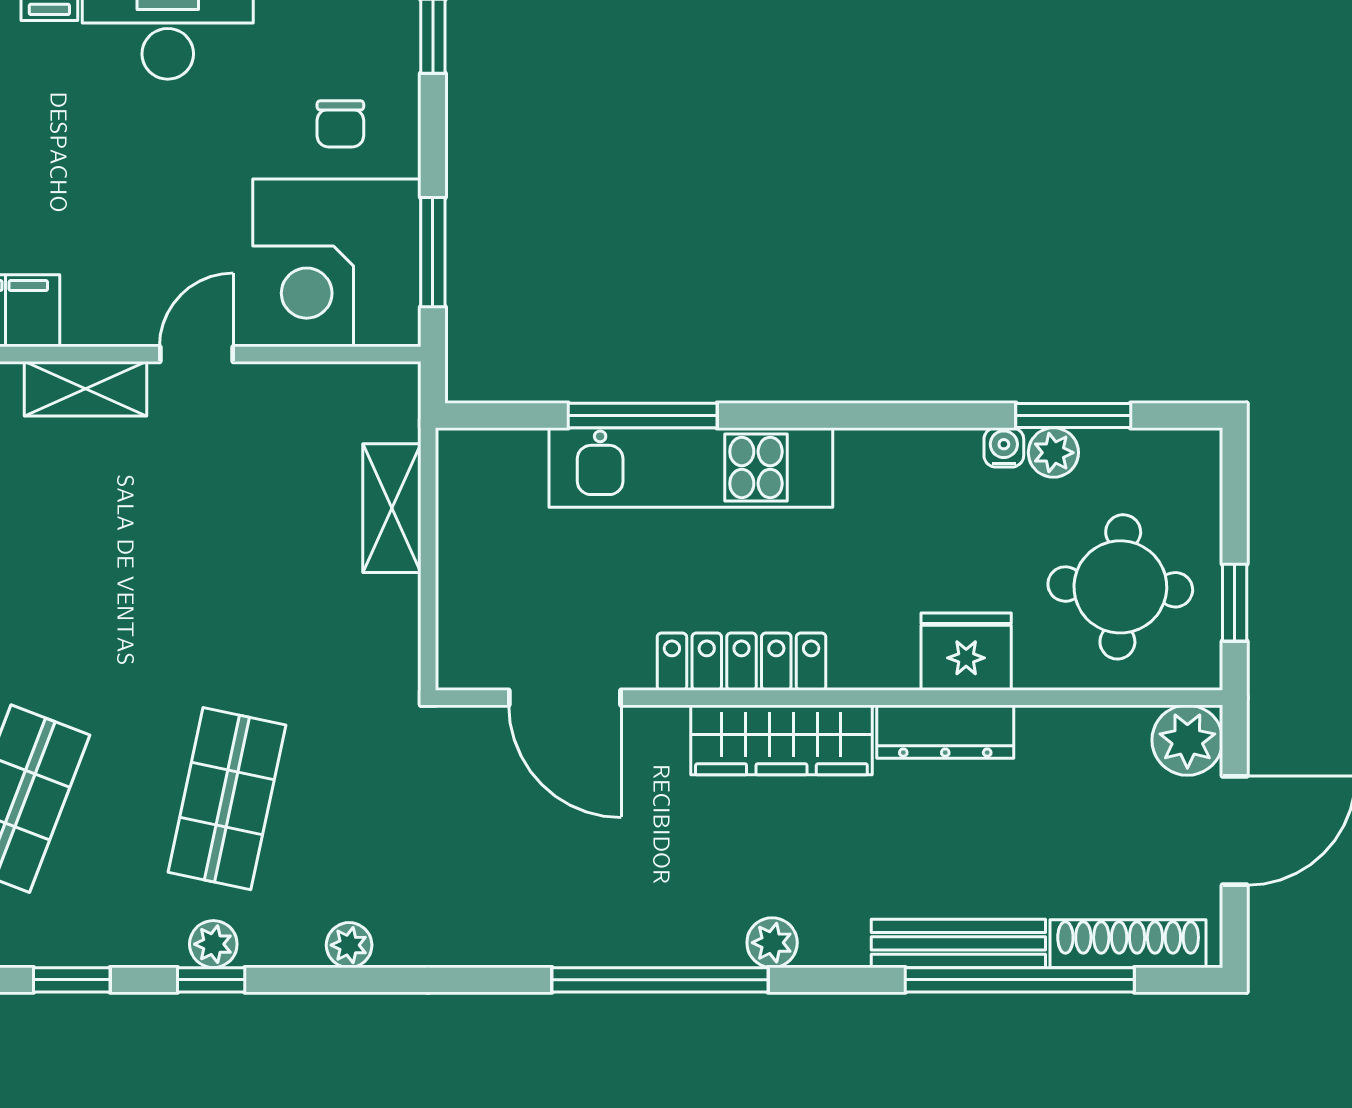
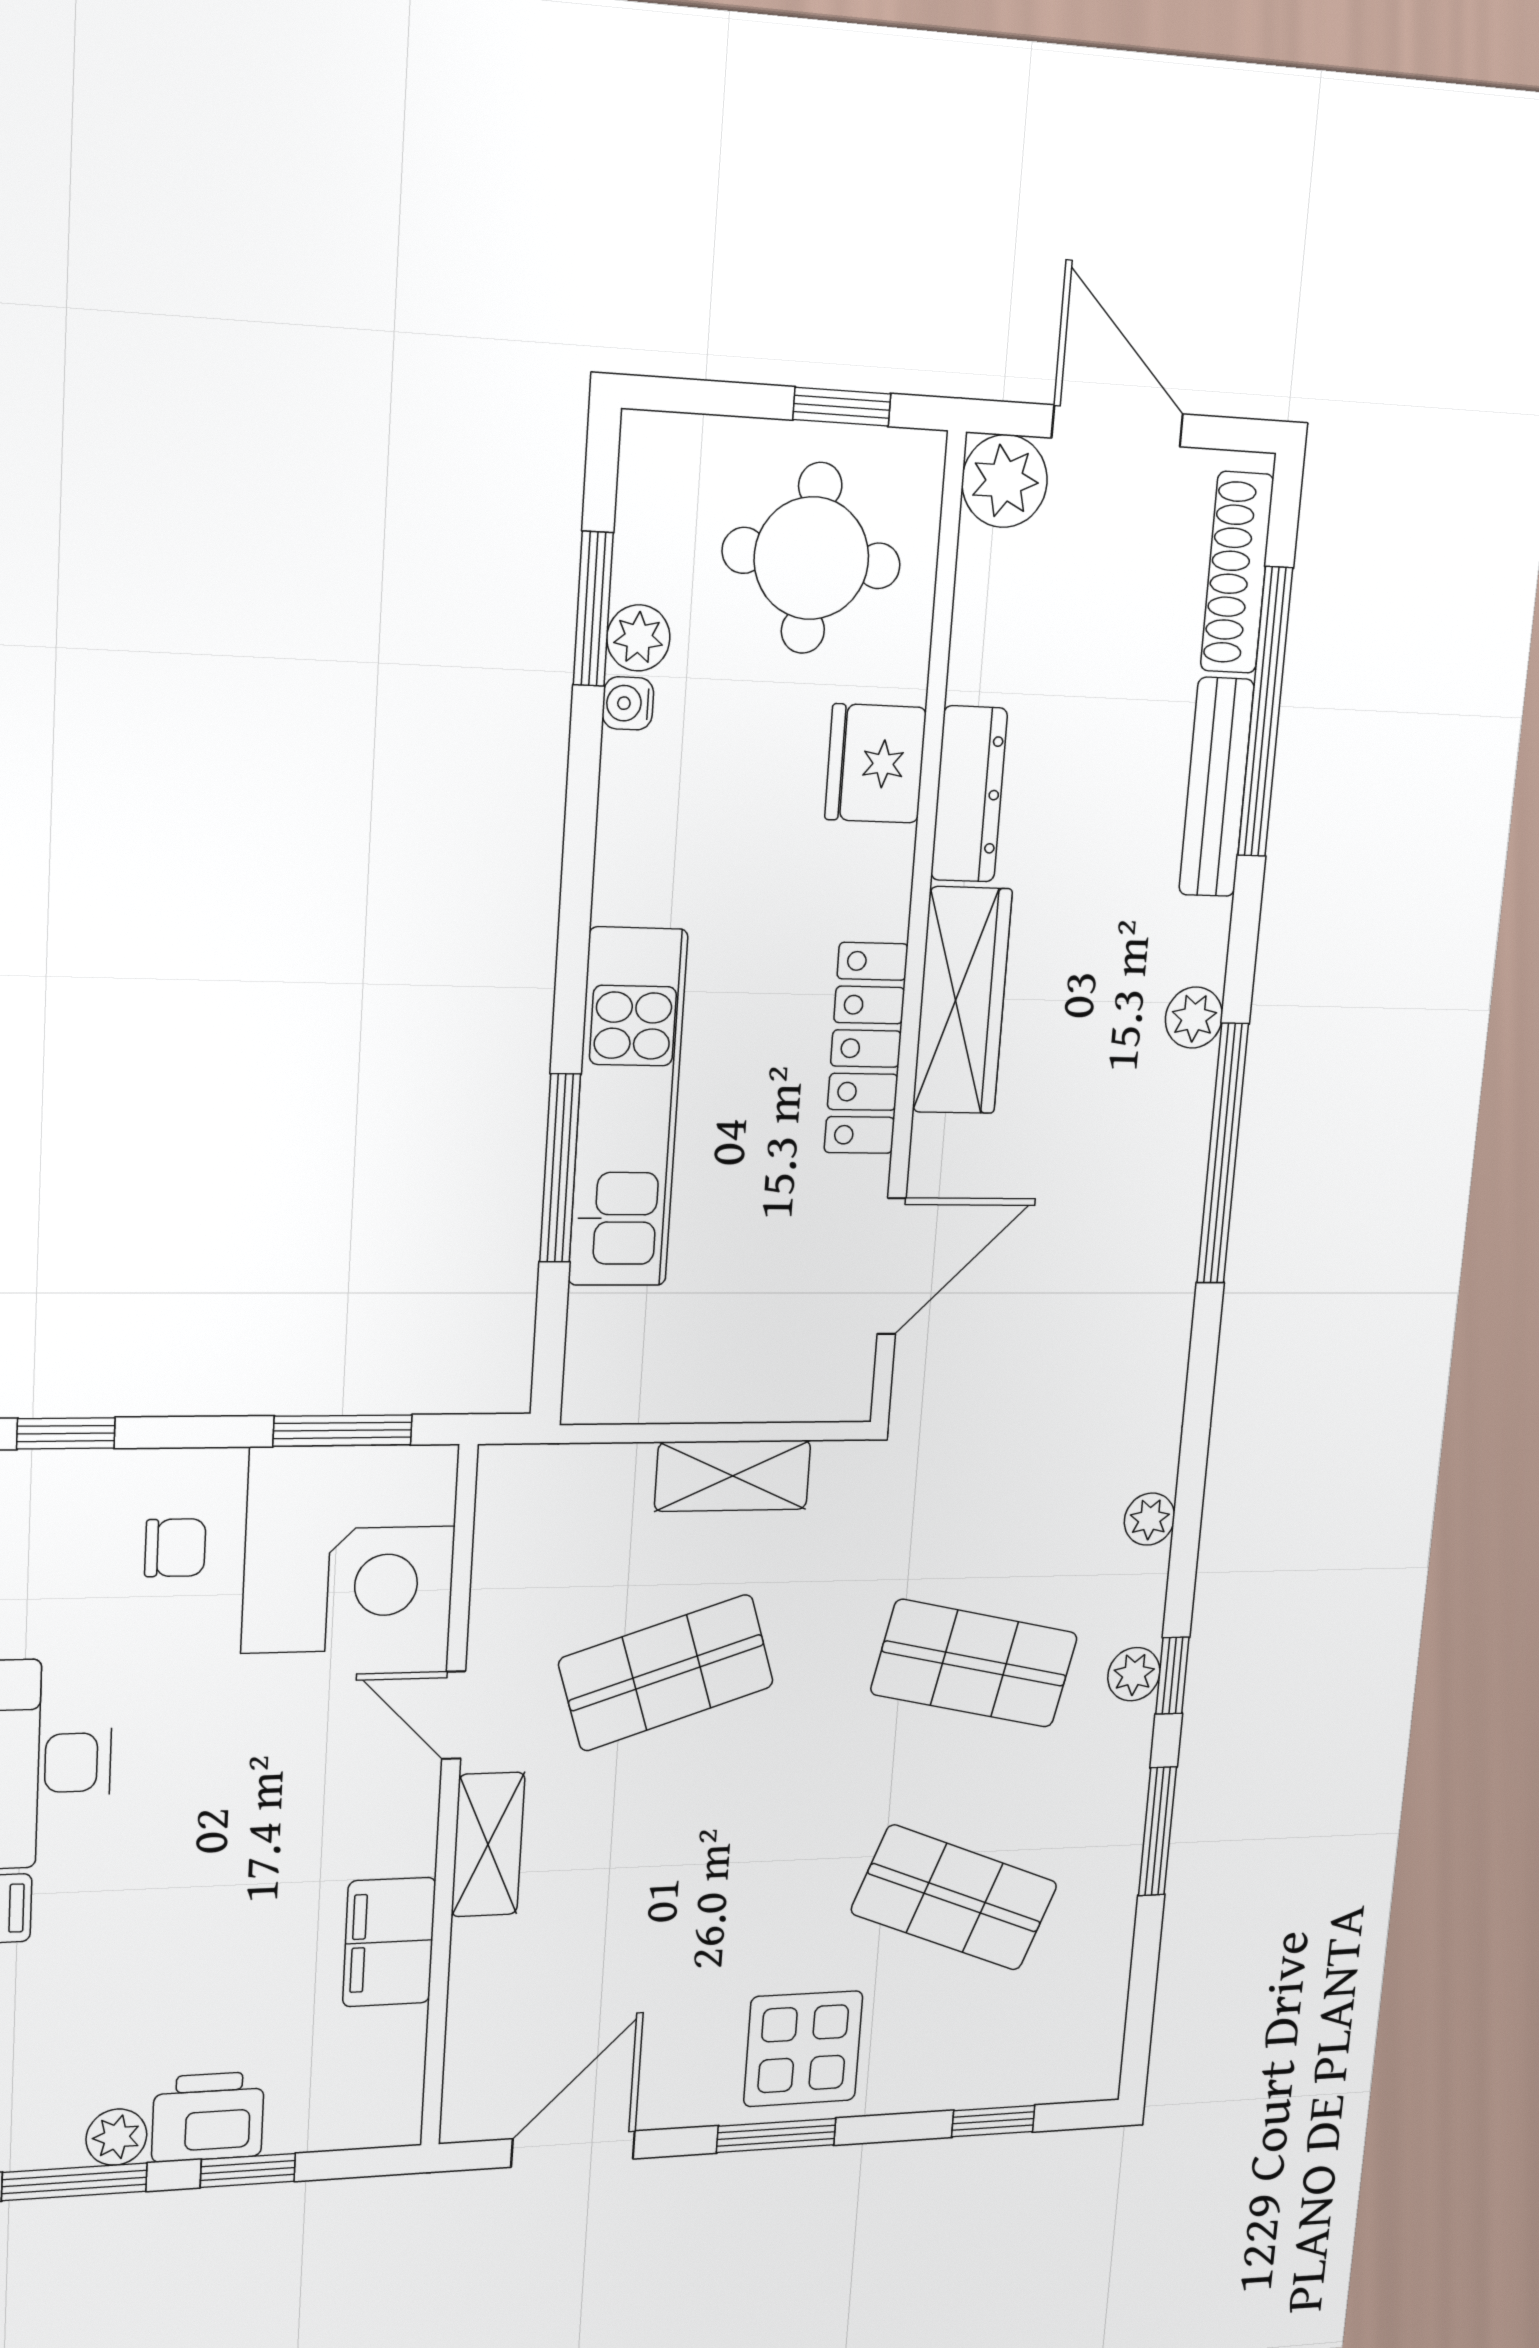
shelving: (392, 508) -> (733, 1476), moved
shop shelf: (227, 530) -> (666, 1673), added
window: (72, 980) -> (1157, 1831), width x1.50

